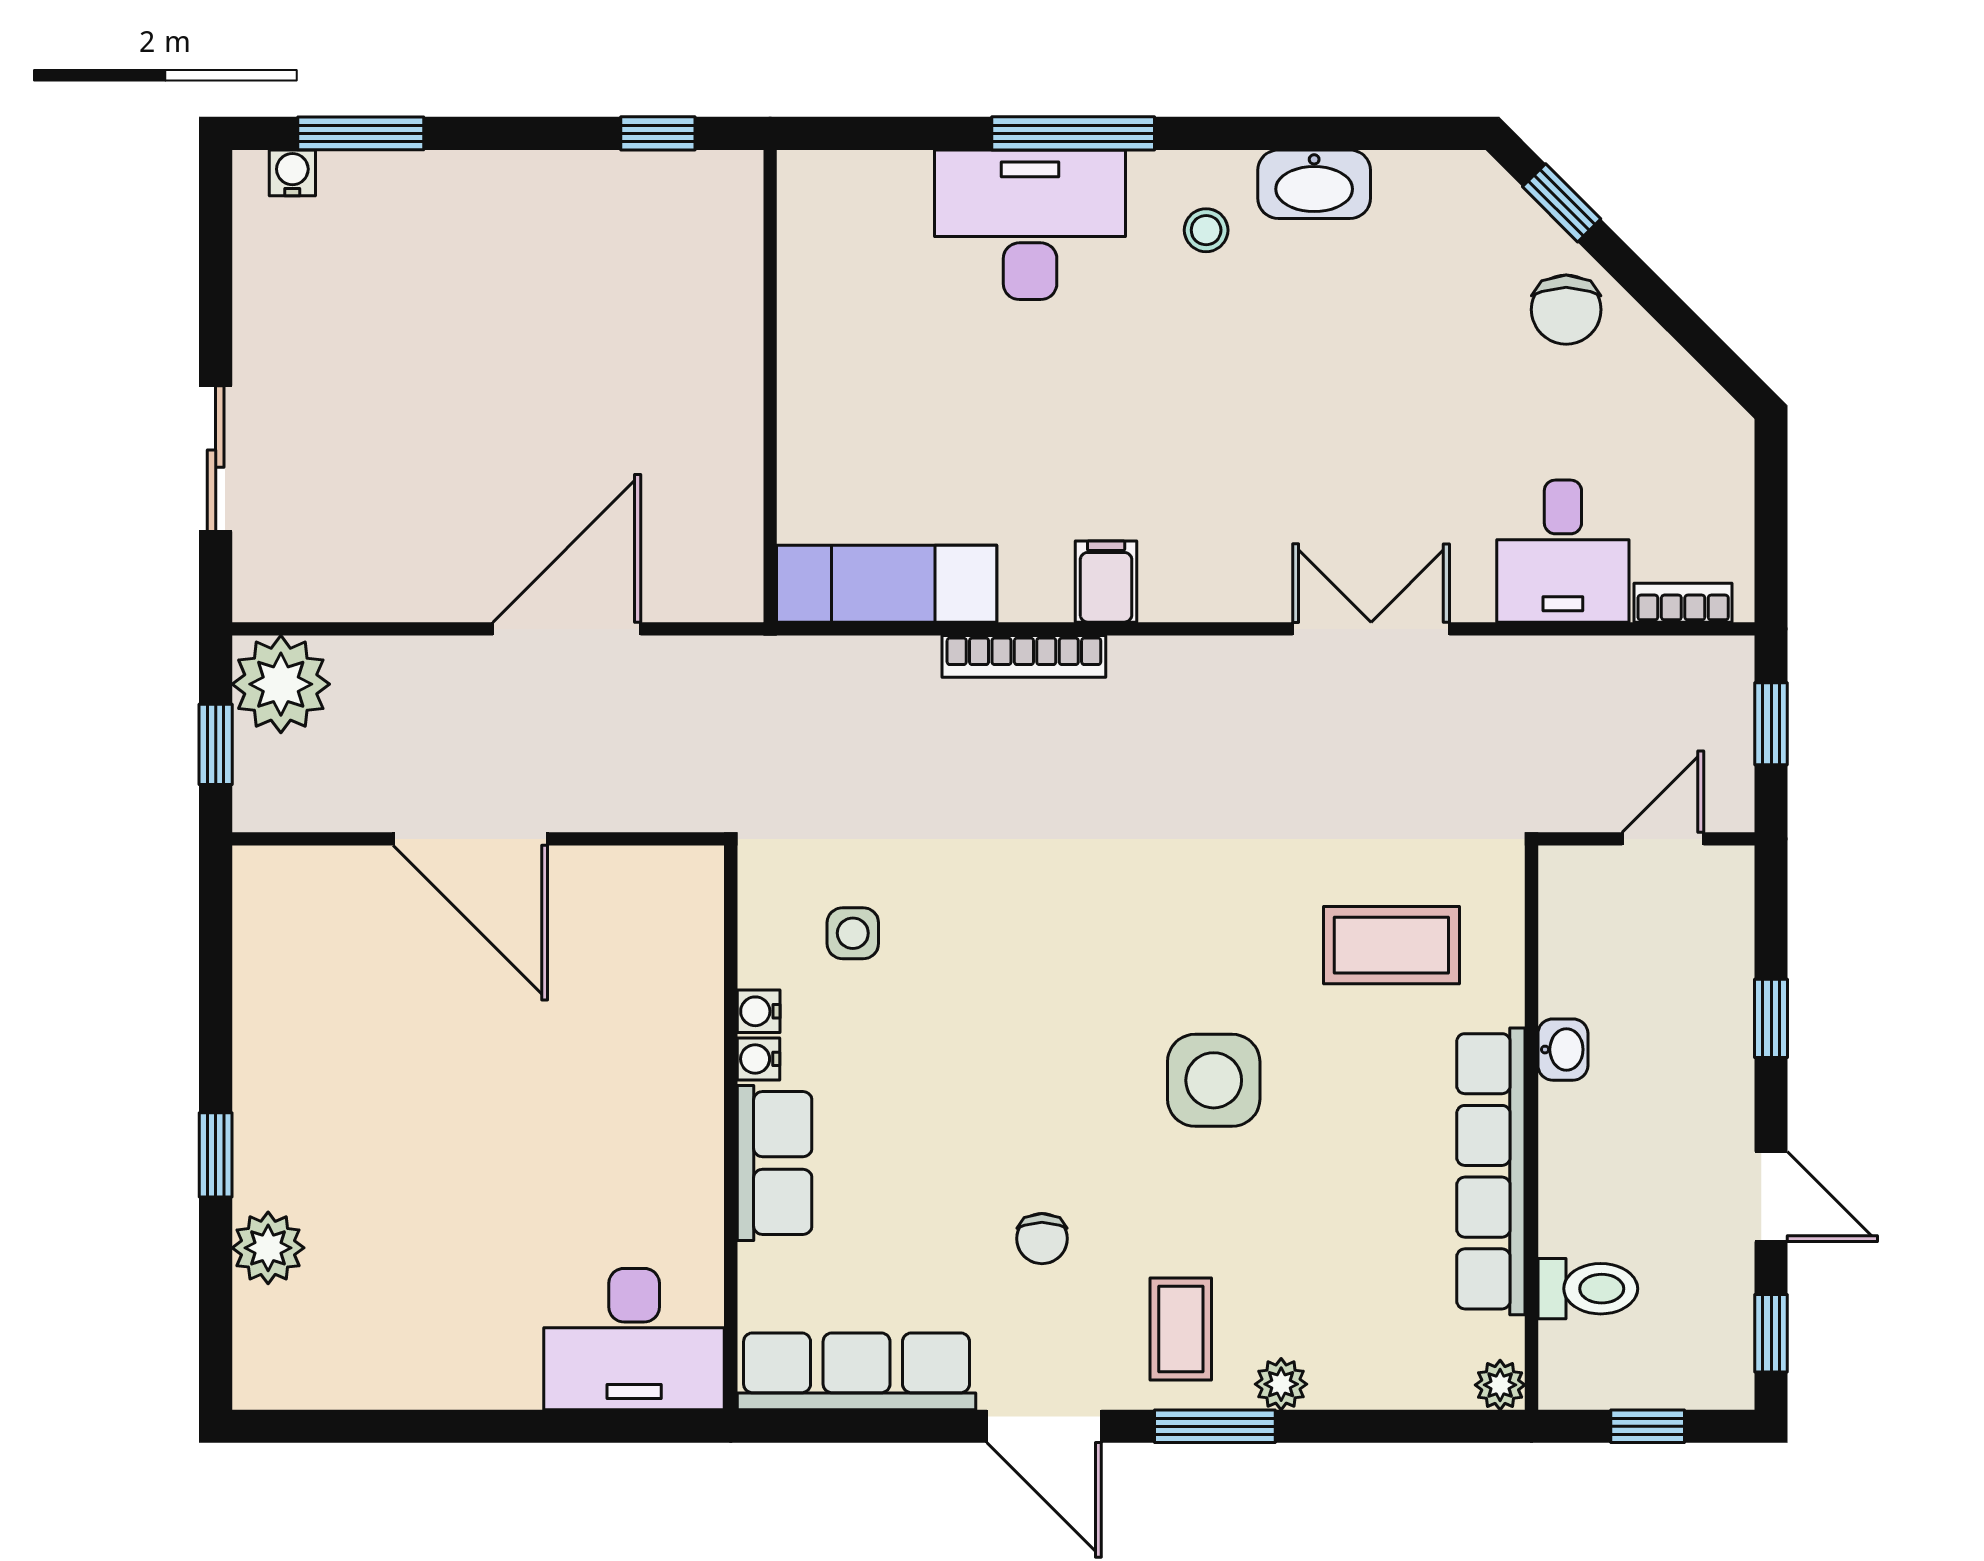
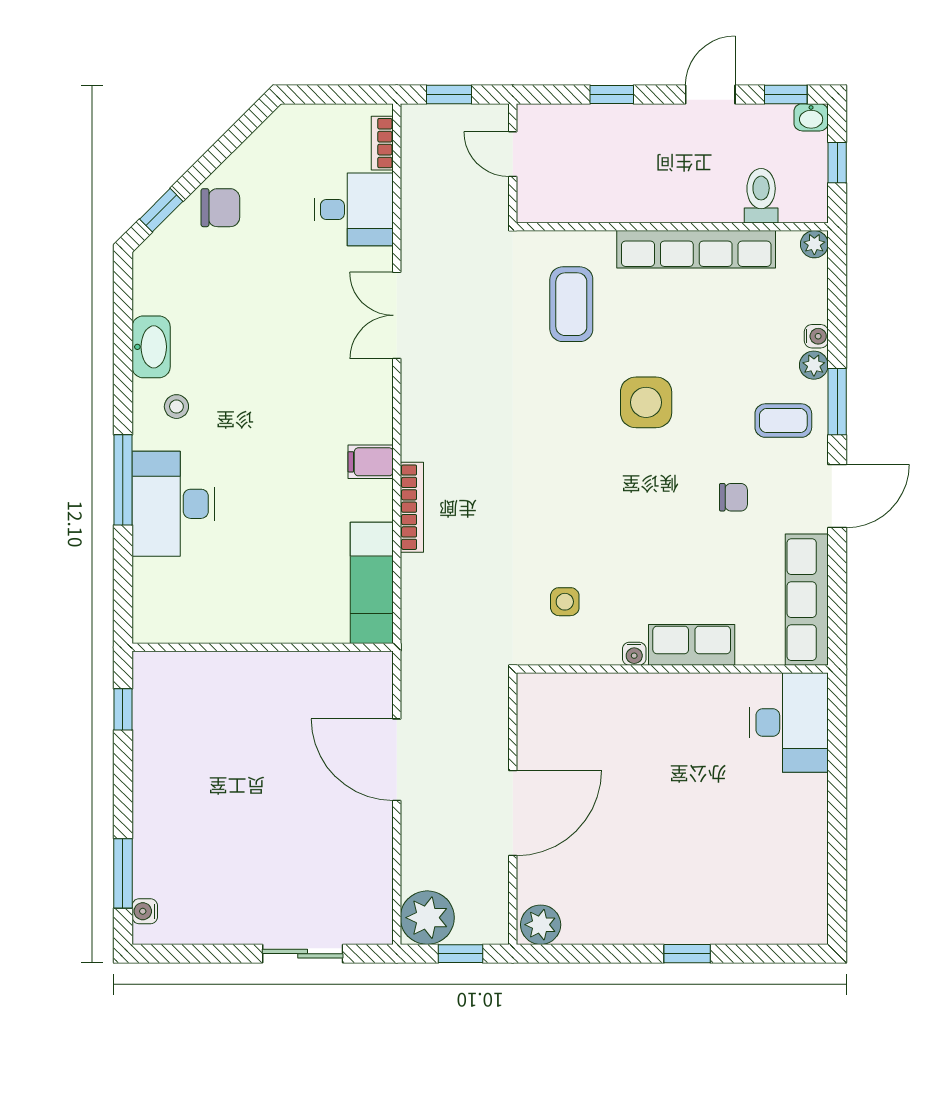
water cooler: (759, 1011) -> (816, 336), moved, turned -90
washbasin: (1563, 1050) -> (811, 117), moved, turned 180
plant: (268, 1248) -> (541, 925), moved

